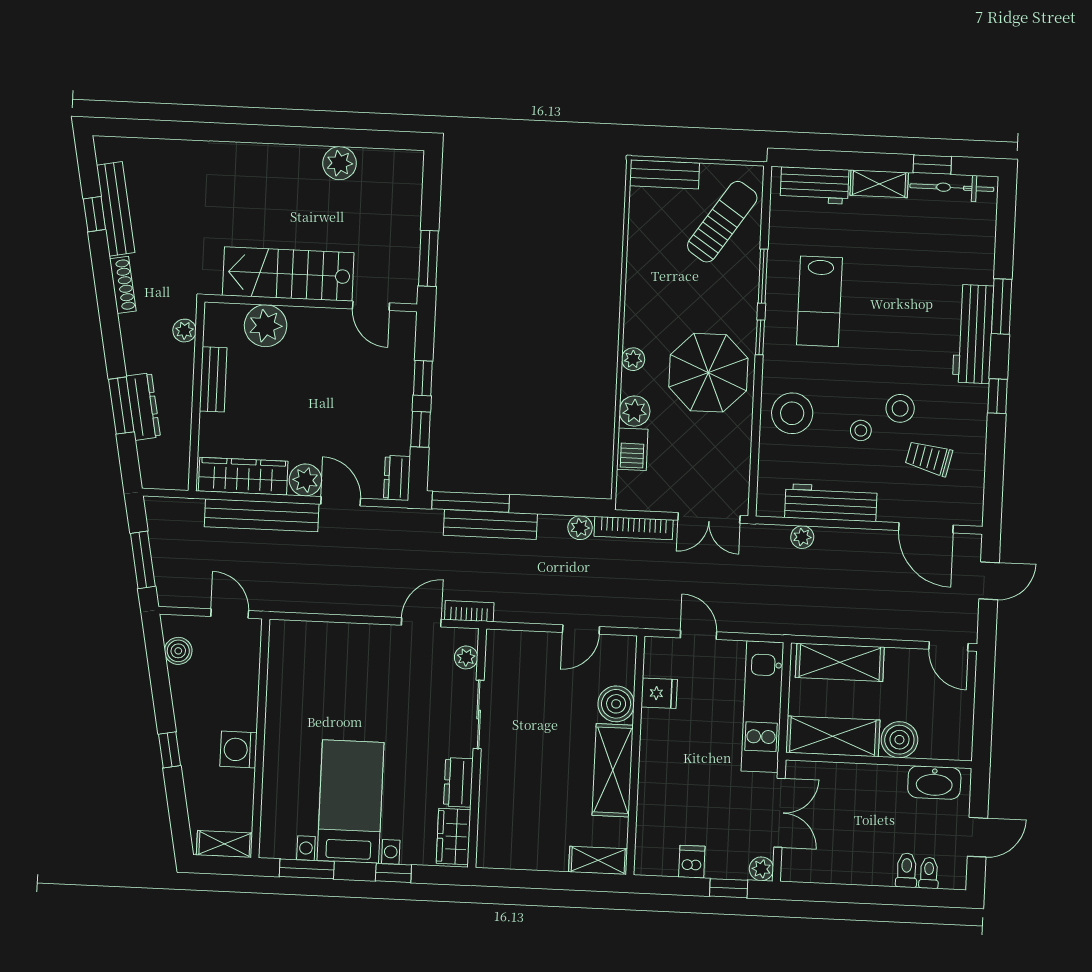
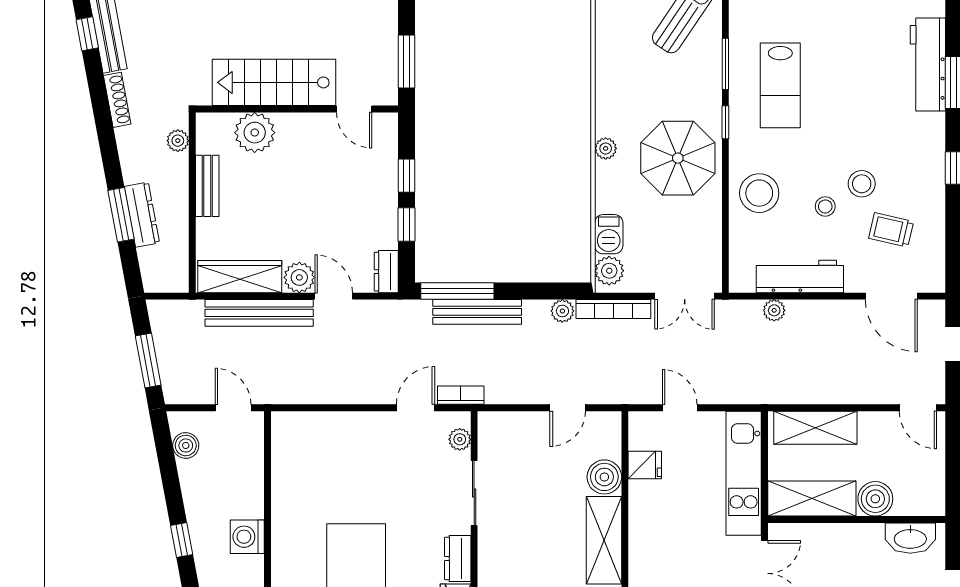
workbench: (973, 334) -> (928, 65), moved
plant: (635, 411) -> (609, 271), moved

